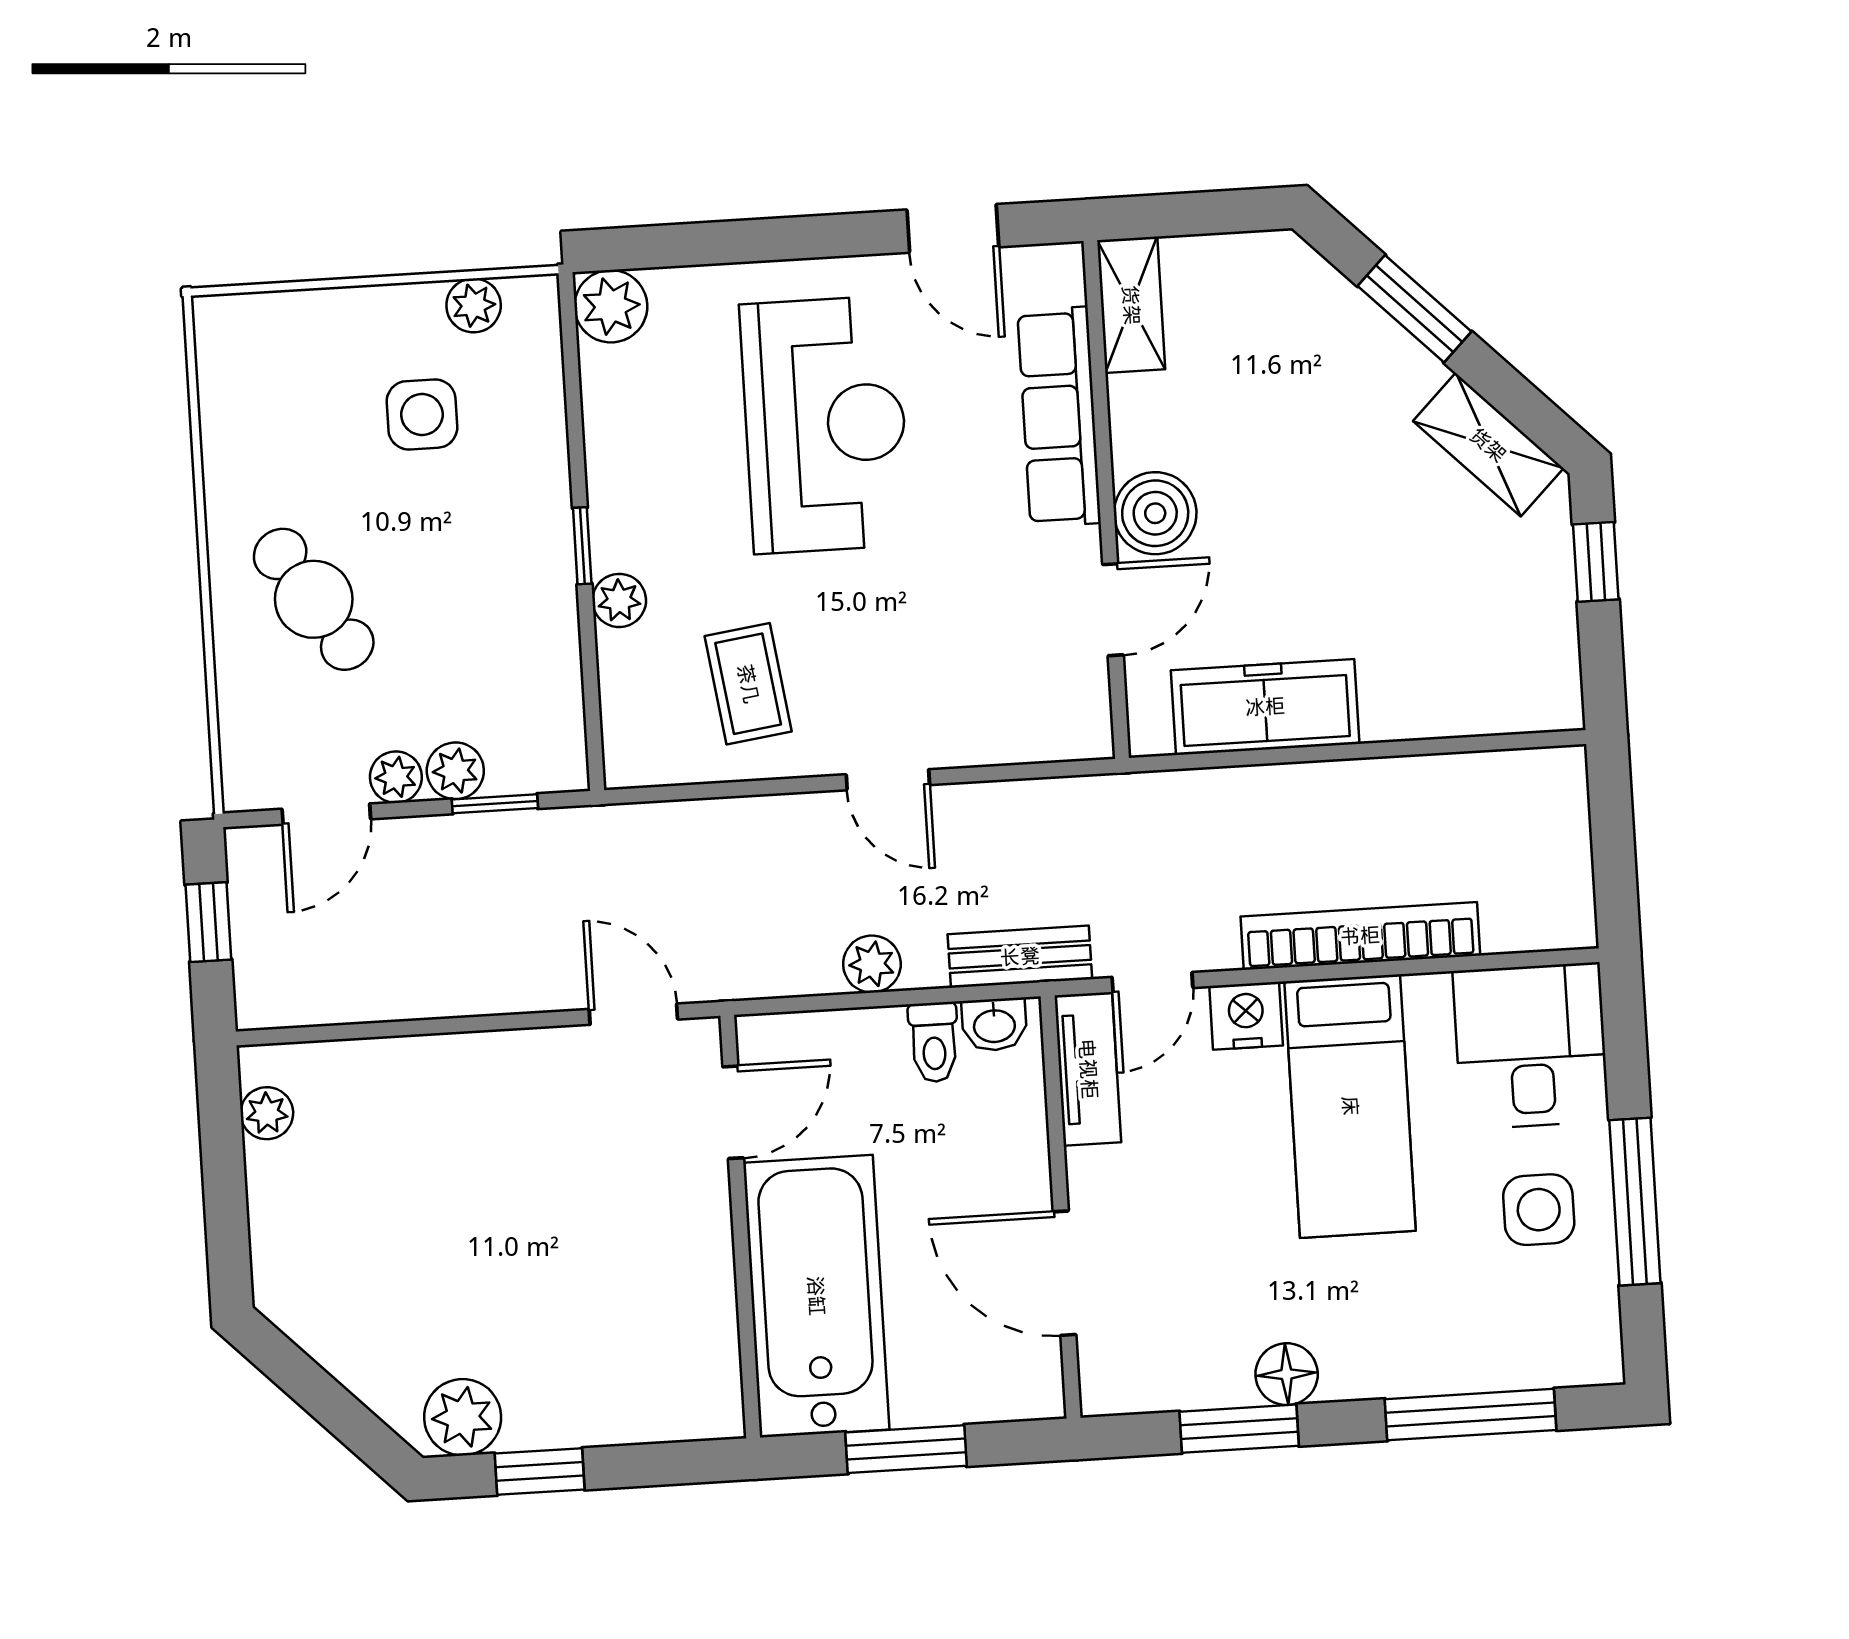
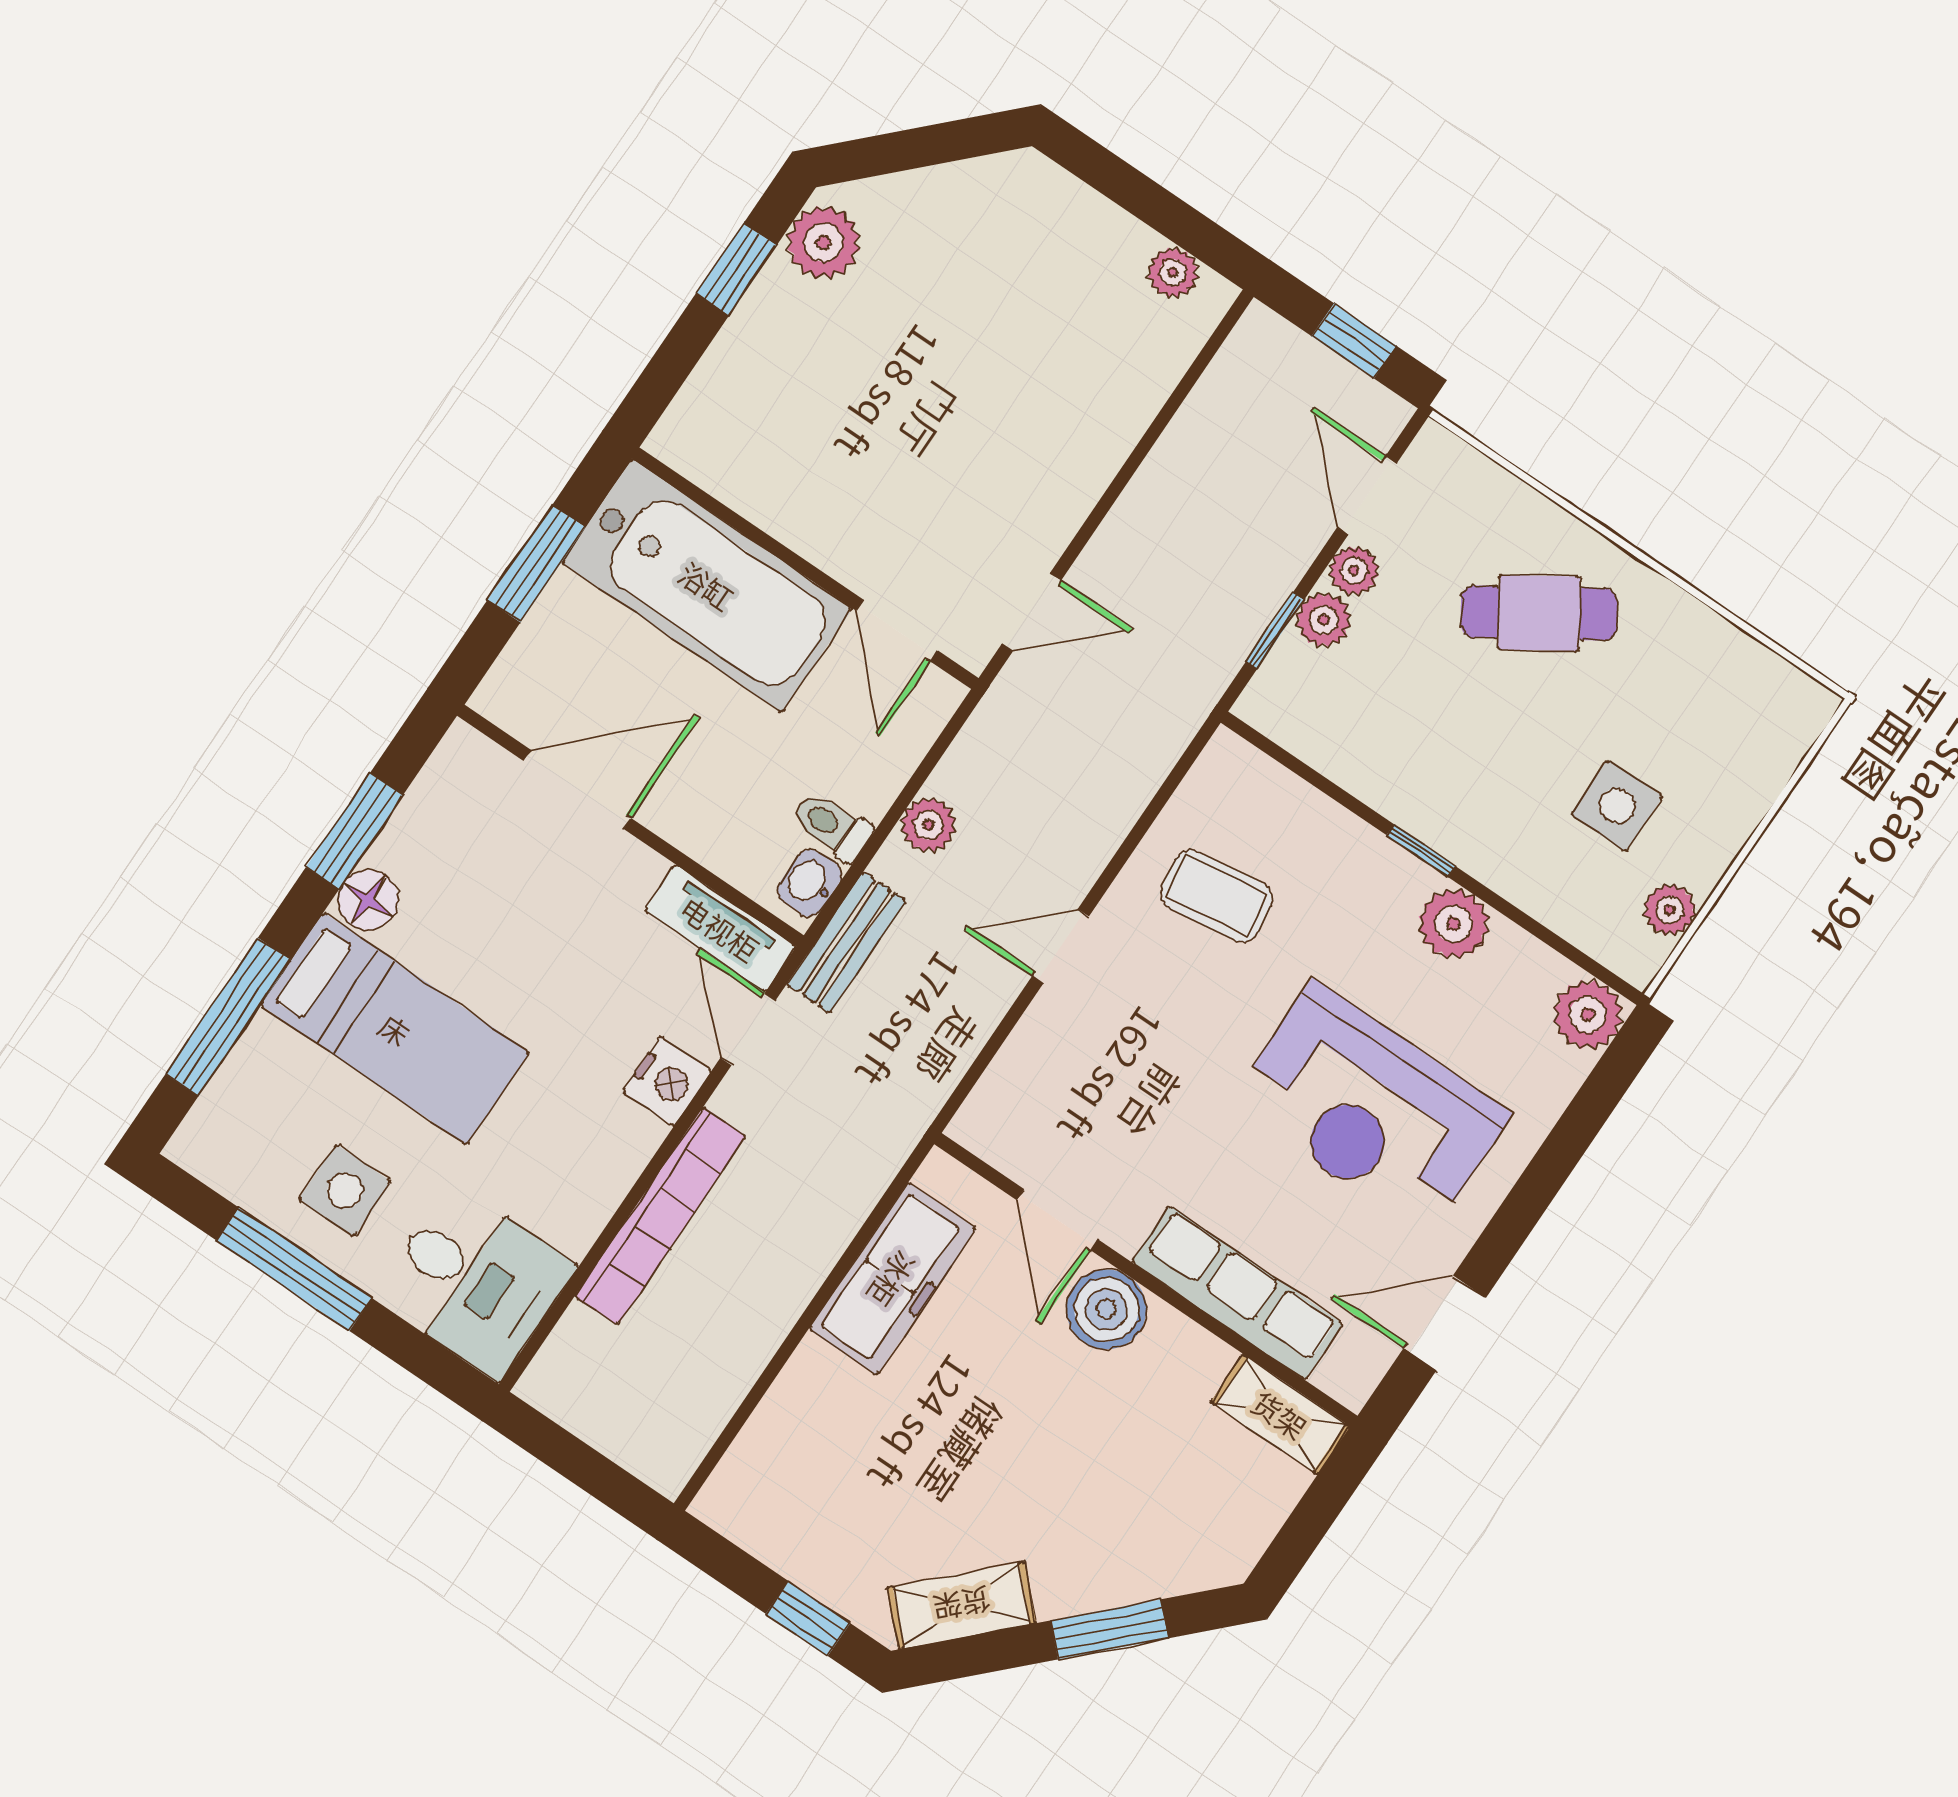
plant: (619, 600) -> (1454, 924), moved, width x1.38, depth x1.38
bed: (1350, 1106) -> (395, 1029), moved, turned 180

